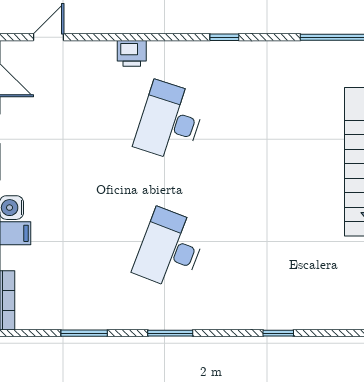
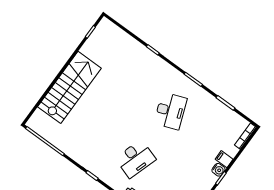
desk: (170, 249) -> (170, 111), turned -42

